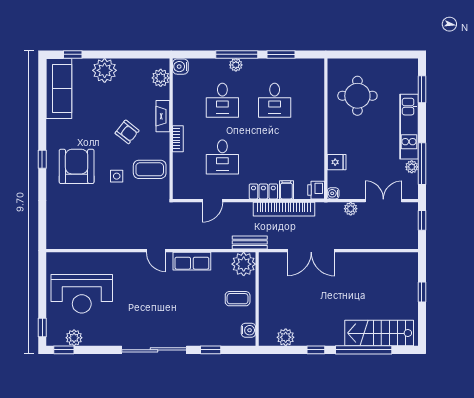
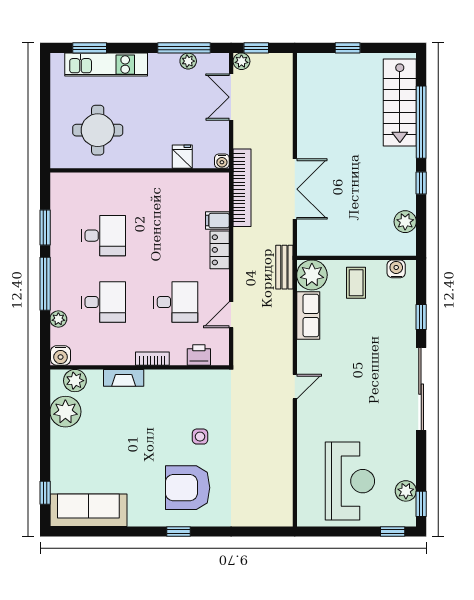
plant: (236, 65) -> (58, 319), moved
plant: (105, 70) -> (65, 412), moved
kitchen unit: (409, 127) -> (106, 65), moved
armchair: (127, 132) -> (144, 423), removed
coffee table: (150, 169) -> (191, 395), removed
printer: (316, 190) -> (199, 355), moved, turned 180
door: (212, 201) -> (231, 315), swing flipped
bookcase: (284, 209) -> (242, 188), moved
plant: (351, 209) -> (241, 61), moved
row of seats: (192, 261) -> (308, 315), moved

